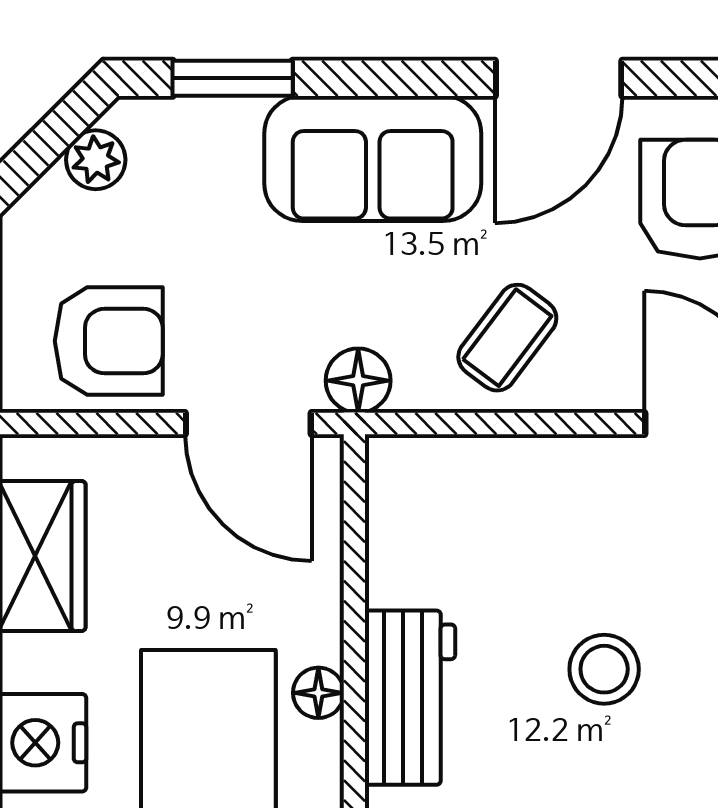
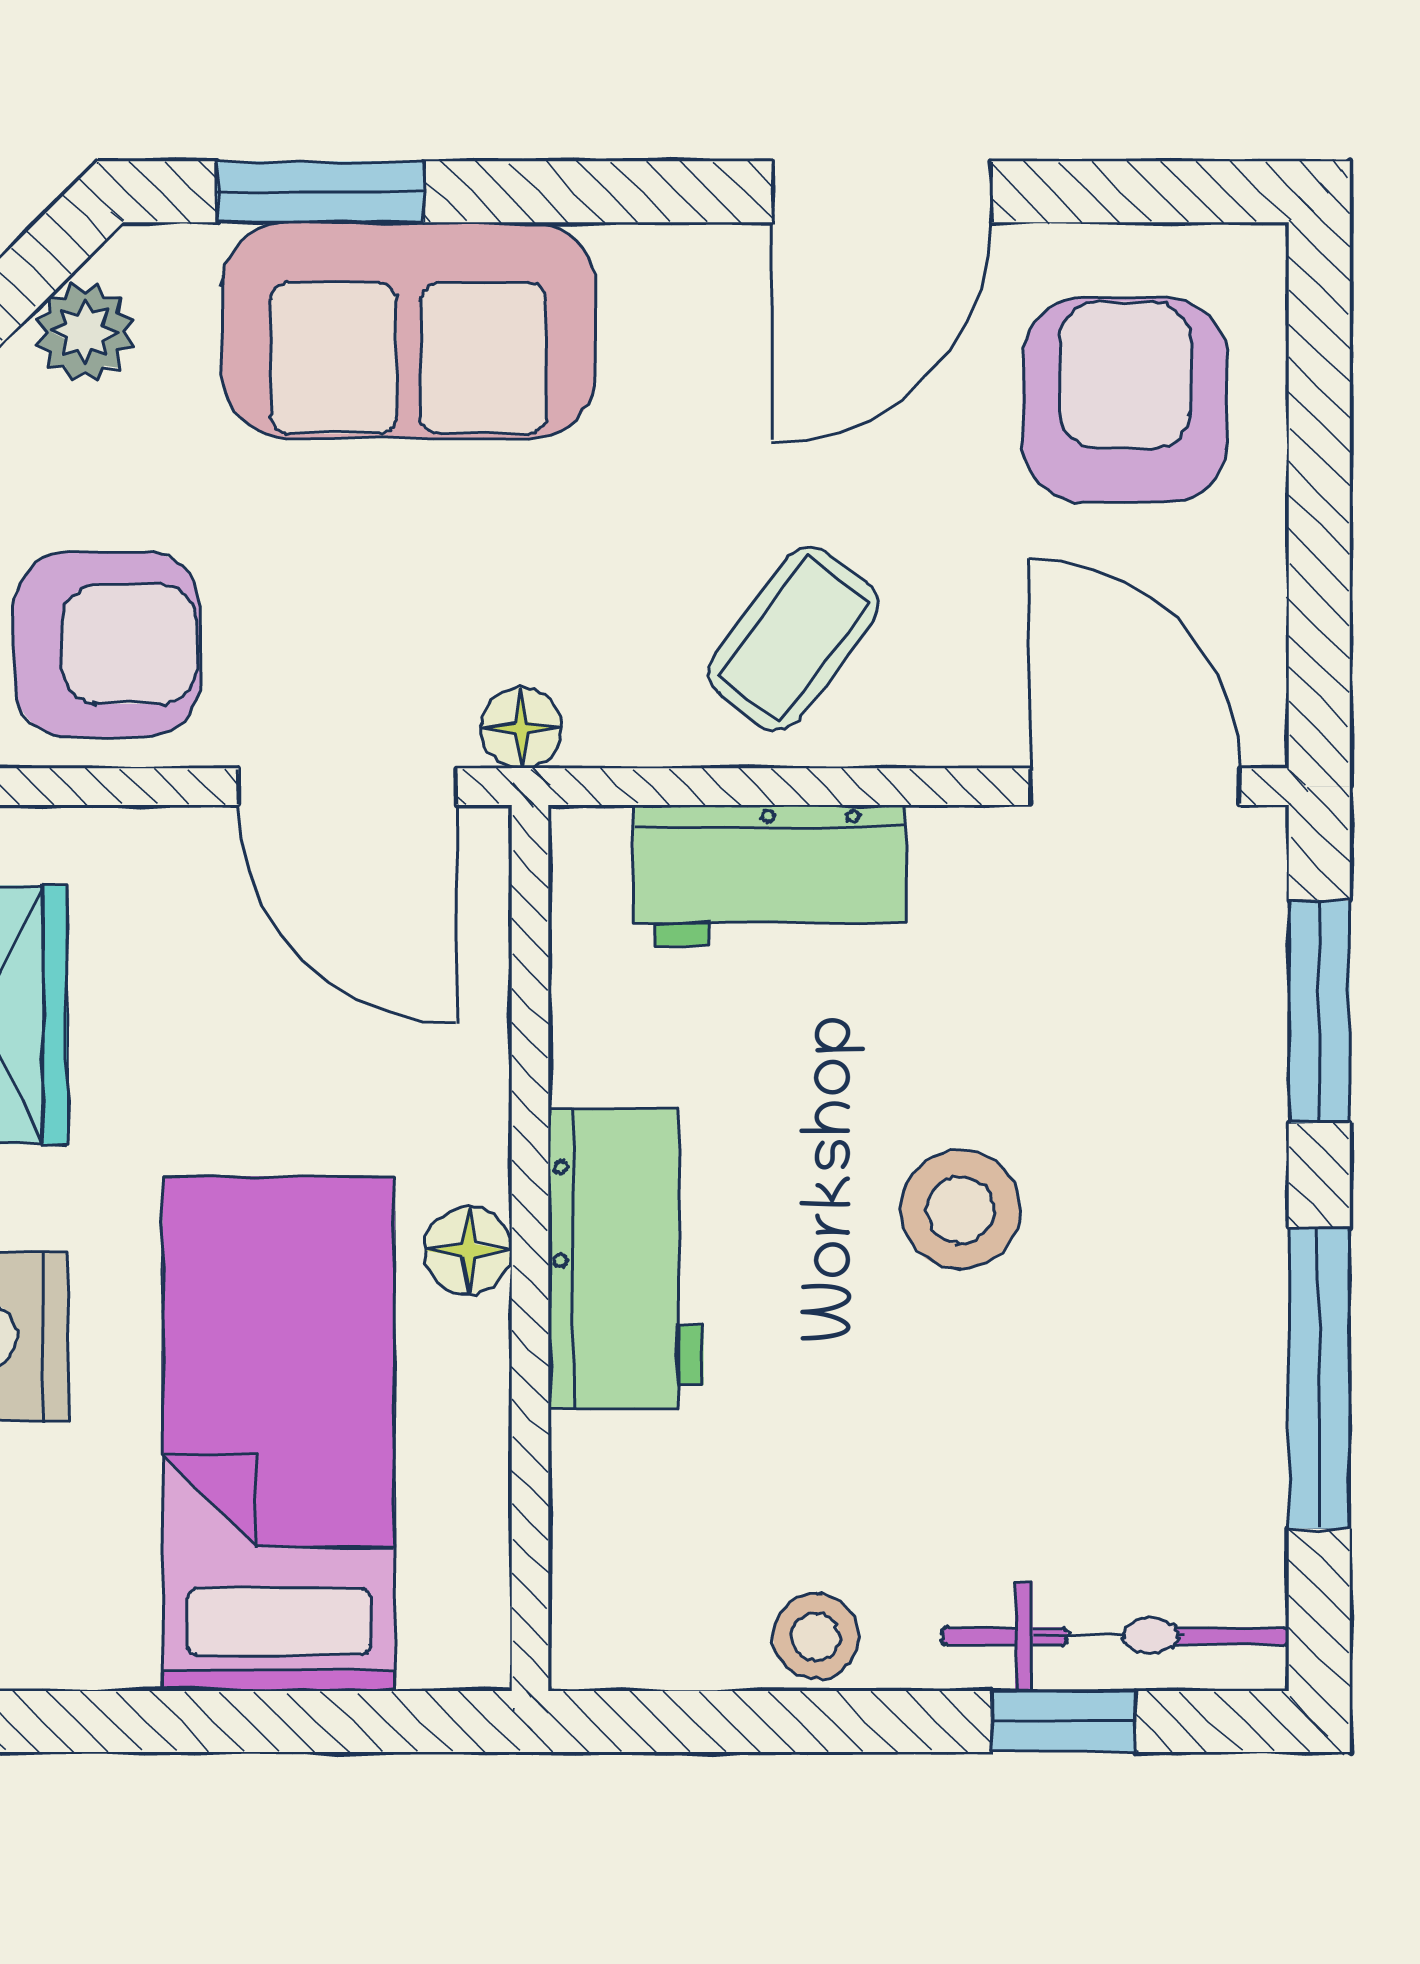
sofa: (373, 158) -> (409, 330), moved
floor lamp: (358, 381) -> (521, 728), width x0.73, depth x0.73
workbench: (494, 475) -> (770, 875), added

